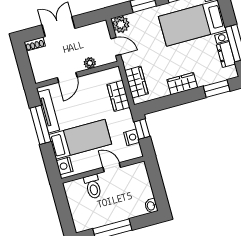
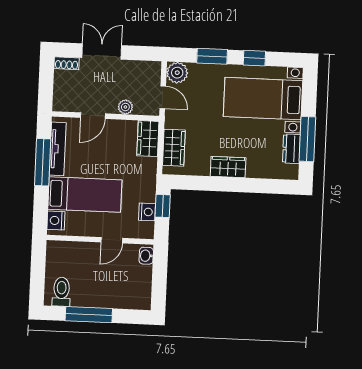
window: (217, 89) -> (267, 186), removed
wardrobe: (119, 96) -> (148, 139), moved
door: (112, 167) -> (112, 240), swing flipped
toilet: (93, 187) -> (61, 292), moved, turned 180
washbasin: (151, 206) -> (146, 256), moved

